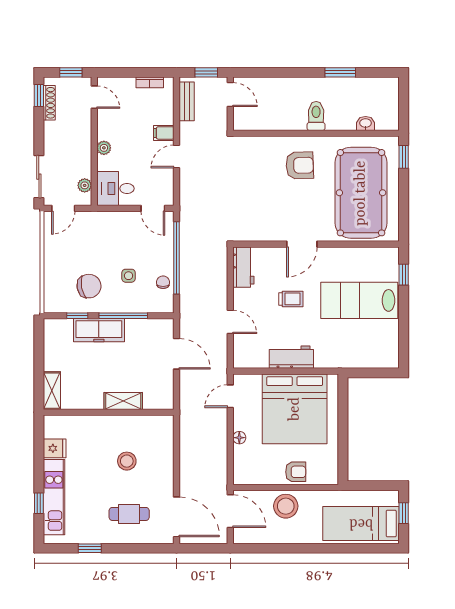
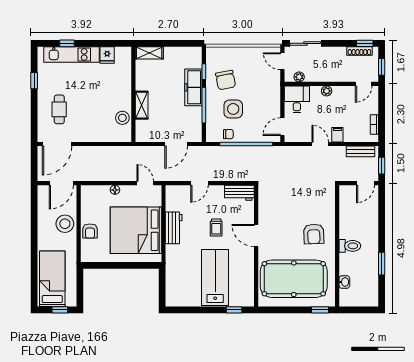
side table: (129, 276) -> (233, 109), width x1.87, depth x1.87
stool: (127, 461) -> (122, 118), moved

